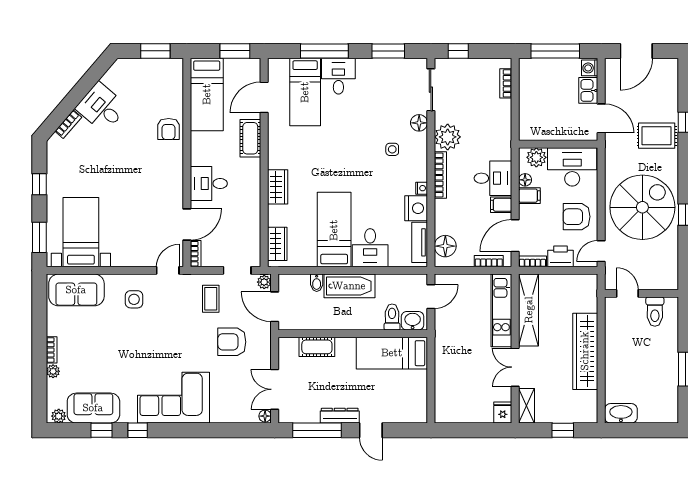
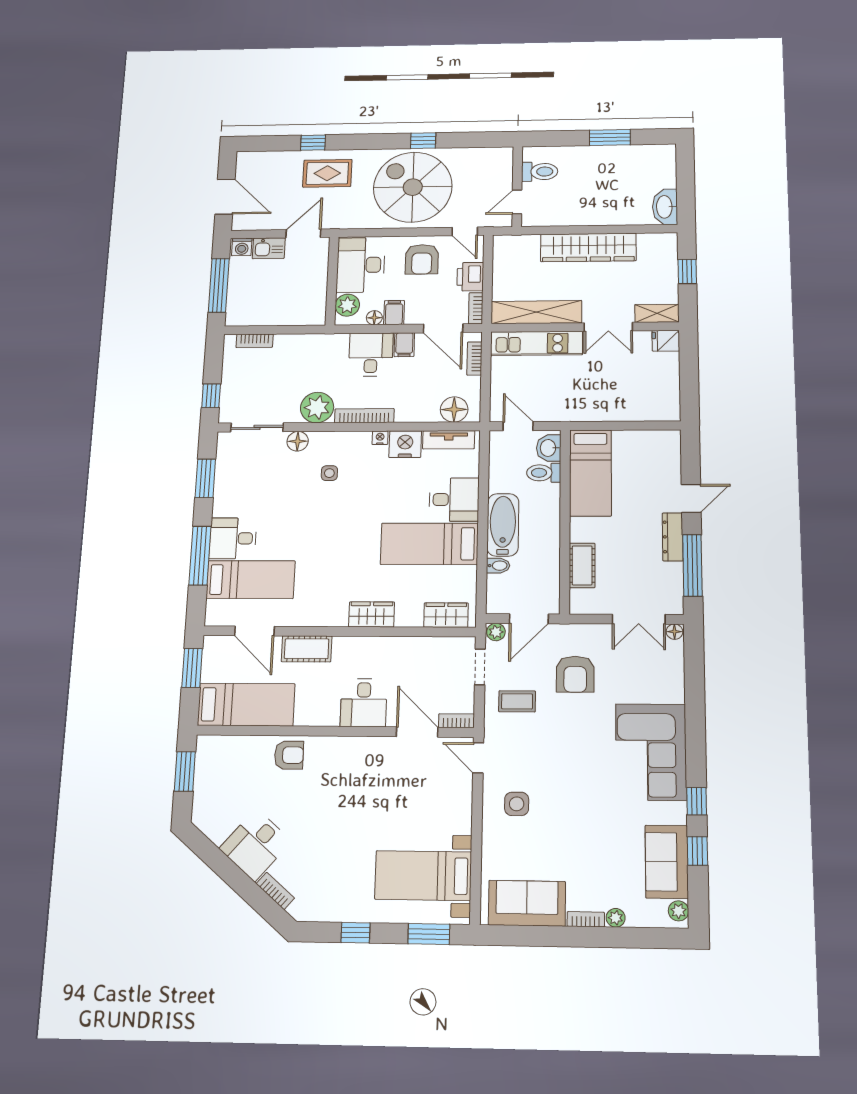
rug: (657, 136) -> (327, 173), turned 90
sofa: (76, 290) -> (527, 903), moved, turned -90

